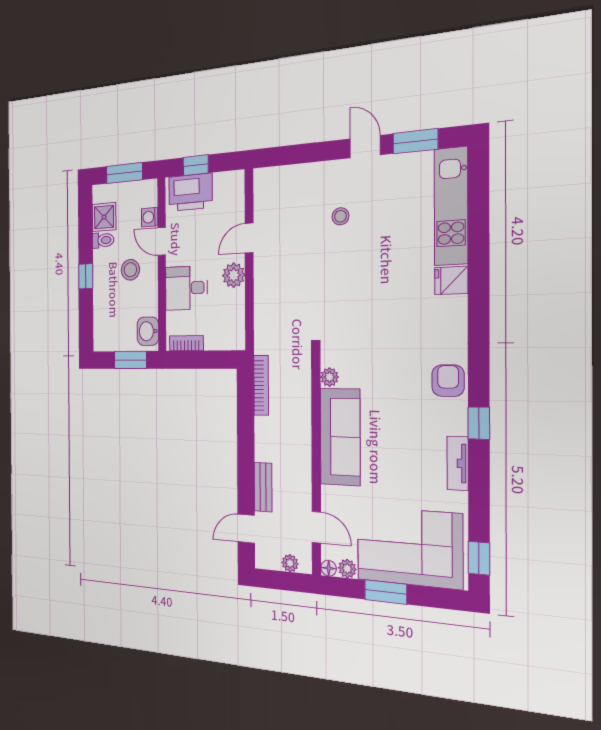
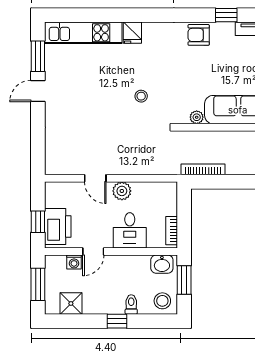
stool: (340, 216) -> (141, 96), moved
toilet: (103, 240) -> (131, 304), moved
stool: (130, 270) -> (162, 301), moved

